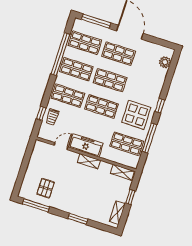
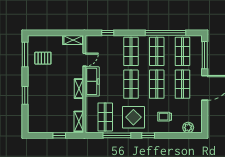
trolley: (52, 117) -> (165, 117), moved
door: (61, 146) -> (84, 60), hinge flipped
shelving: (117, 213) -> (73, 40), moved

